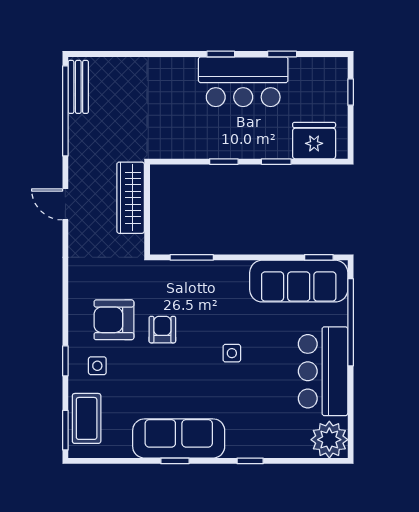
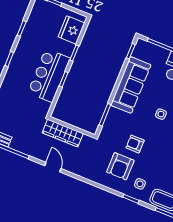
bar counter: (243, 82) -> (49, 75), moved, turned 180
door: (65, 204) -> (53, 167), swing flipped
sofa: (299, 281) -> (131, 85), moved

